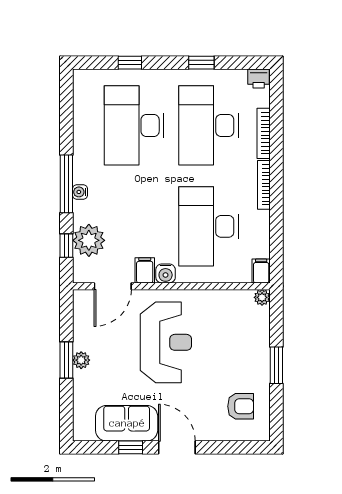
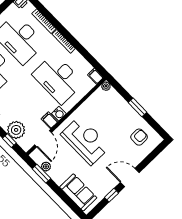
window: (66, 360) -> (41, 174), moved
plant: (81, 360) -> (46, 167), moved
sofa: (127, 423) -> (78, 192), moved, turned 90

